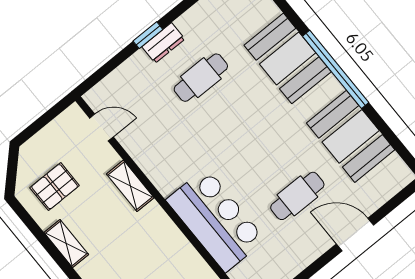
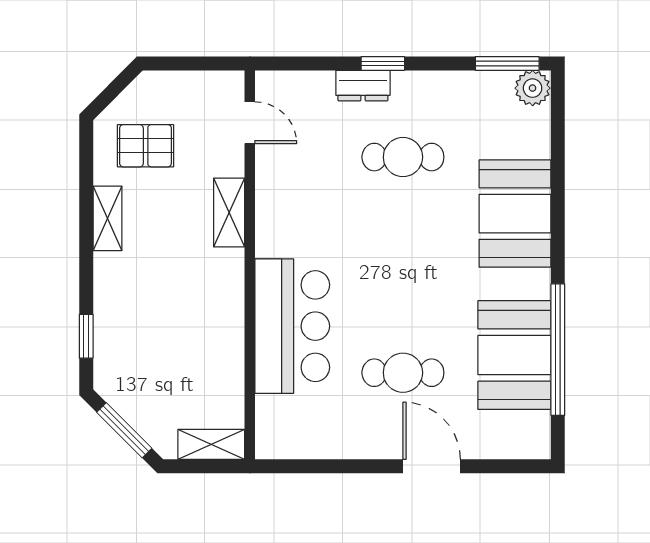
dresser: (163, 43) -> (363, 86), moved
window: (336, 69) -> (558, 350), moved

